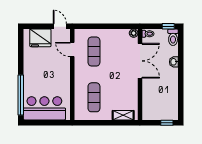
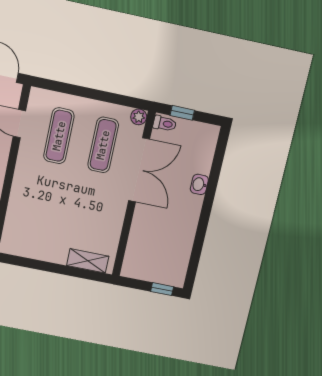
window: (168, 26) -> (182, 113), moved
toilet: (173, 37) -> (208, 139), removed
exercise mat: (94, 97) -> (103, 145), moved

